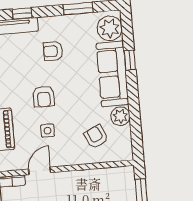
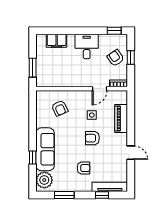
armchair: (44, 97) -> (92, 138), turned -90
plant: (120, 116) -> (42, 120), removed

